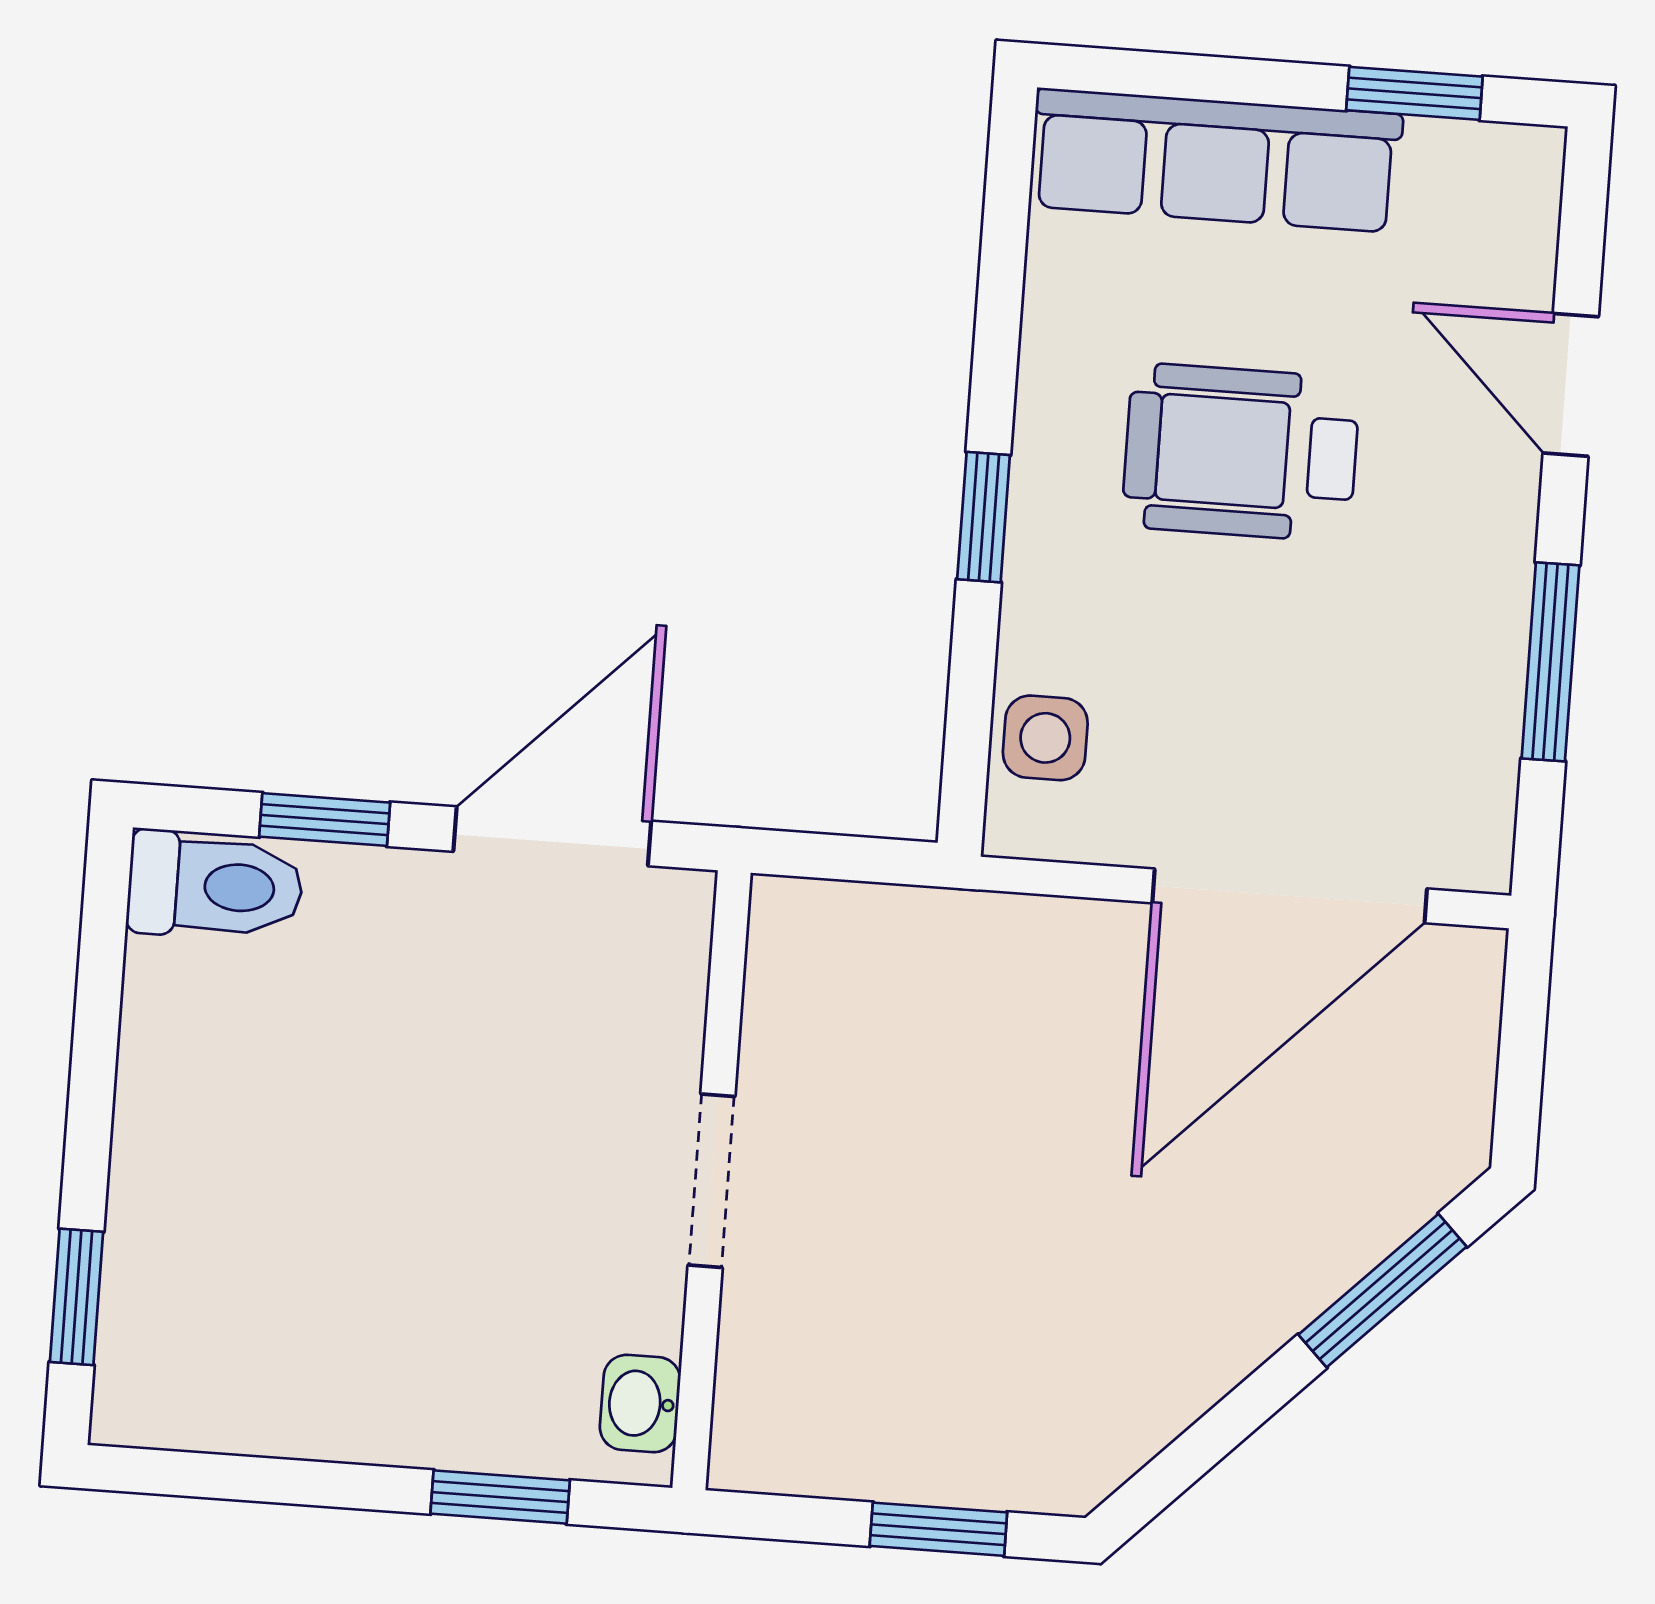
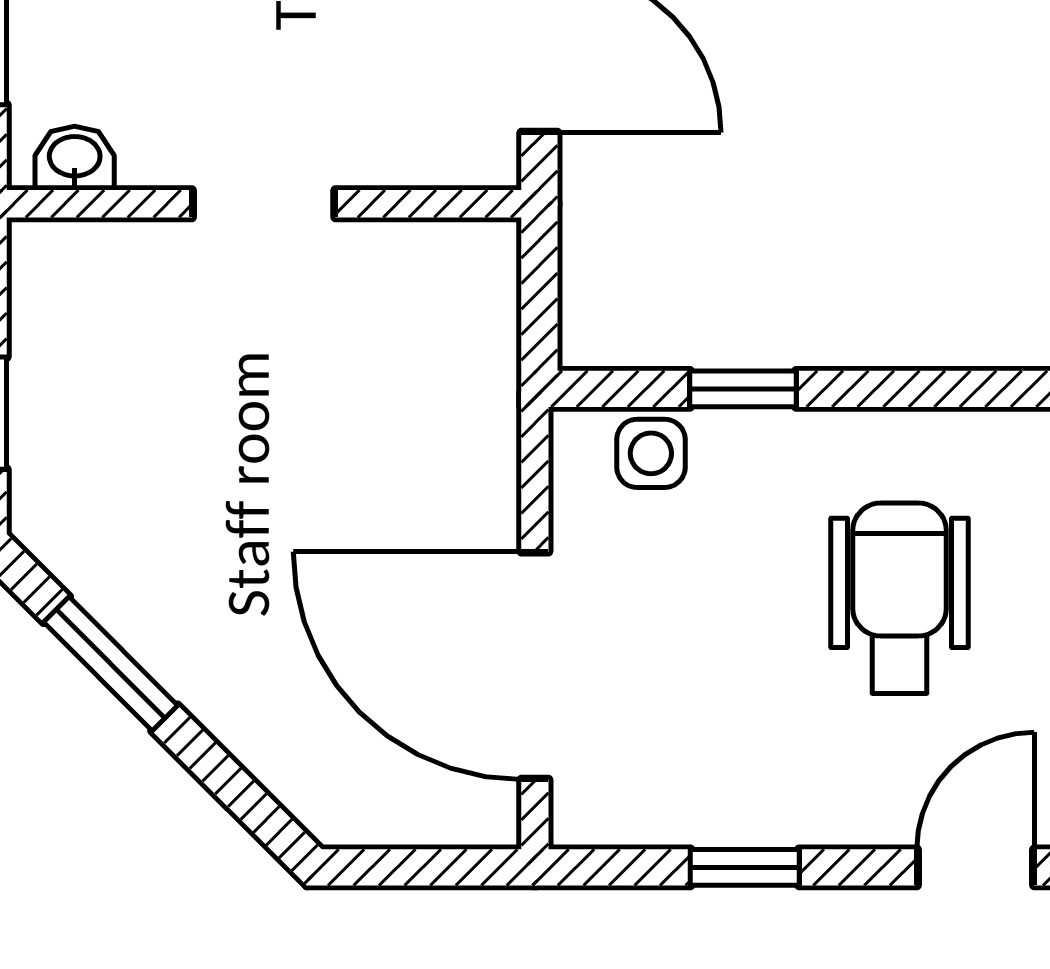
window: (984, 517) -> (743, 389), moved
window: (1550, 662) -> (745, 867), width x0.67
window: (1382, 1291) -> (111, 664), moved

